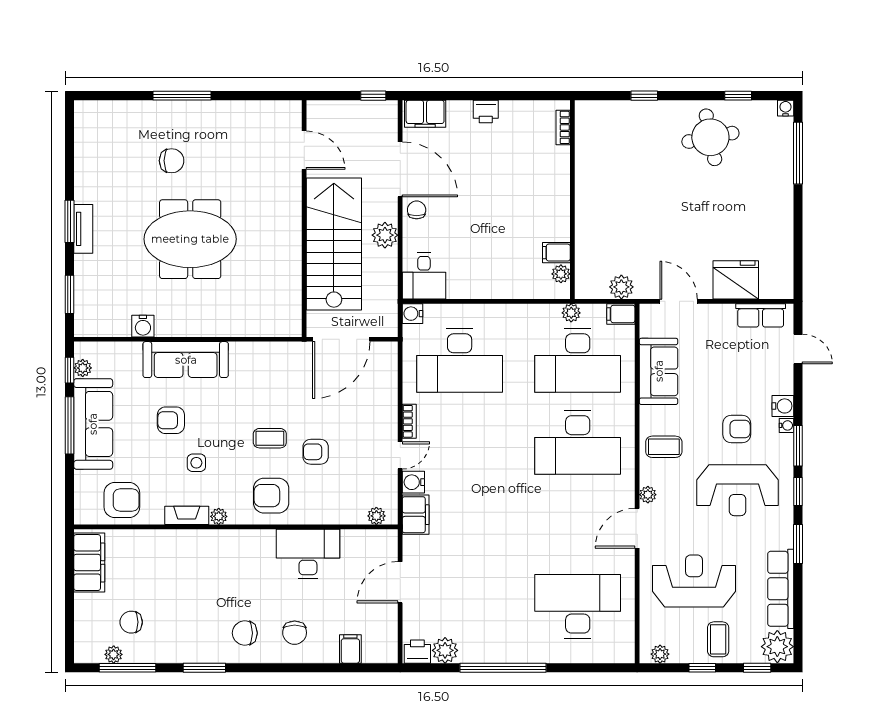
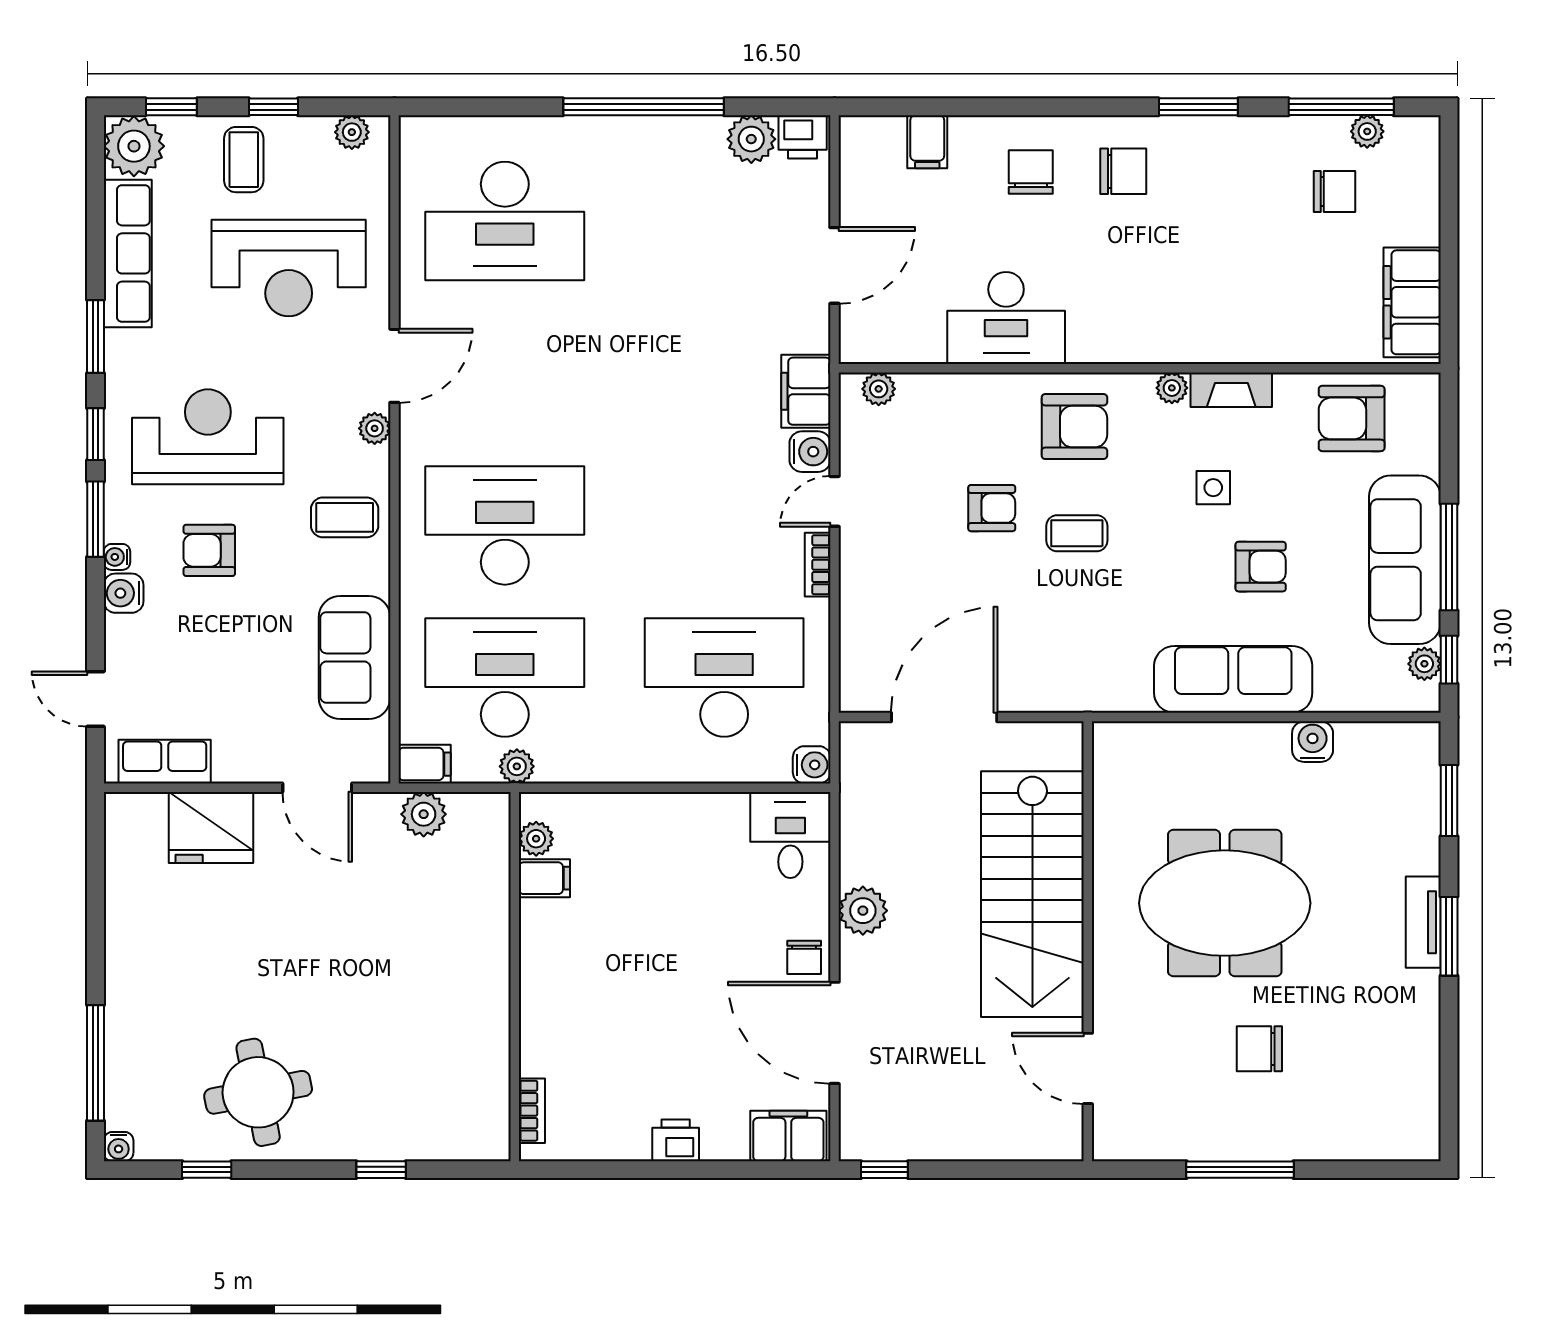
door: (304, 150) -> (1088, 1068), moved
wall: (304, 219) -> (1088, 941), moved
stairs: (334, 244) -> (1032, 894), moved

